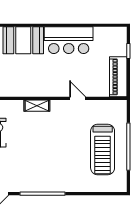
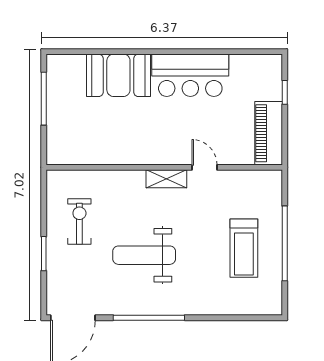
shelving: (37, 106) -> (166, 179), moved
treadmill: (103, 149) -> (244, 248), width x0.73, depth x0.73
weight bench: (39, 154) -> (144, 255), added

